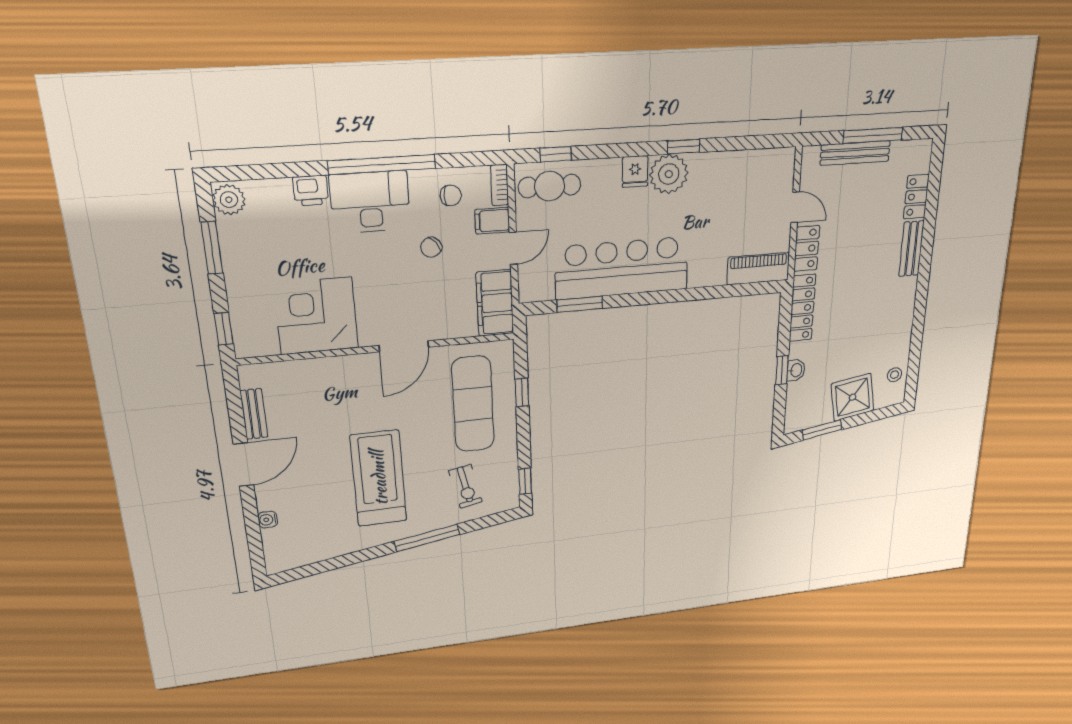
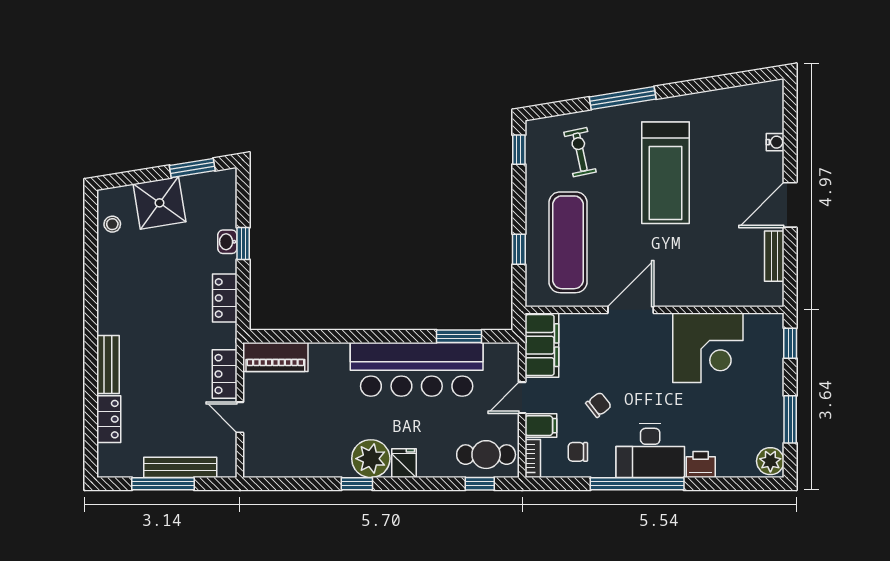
locker: (802, 308) -> (225, 298), width x0.66

